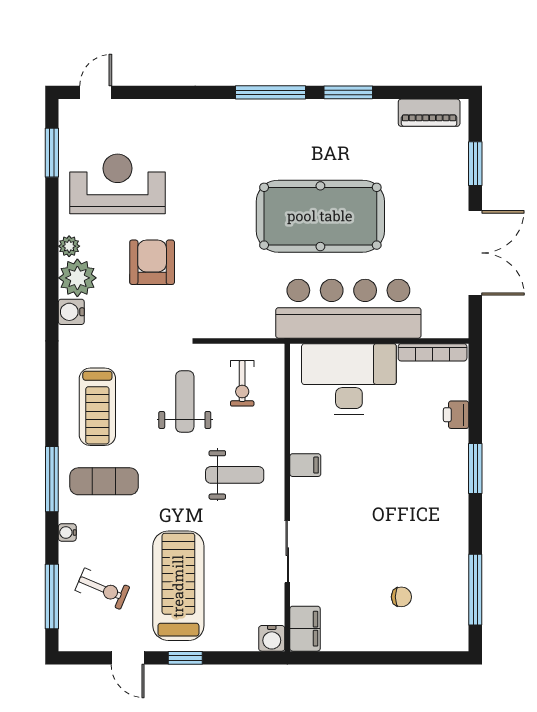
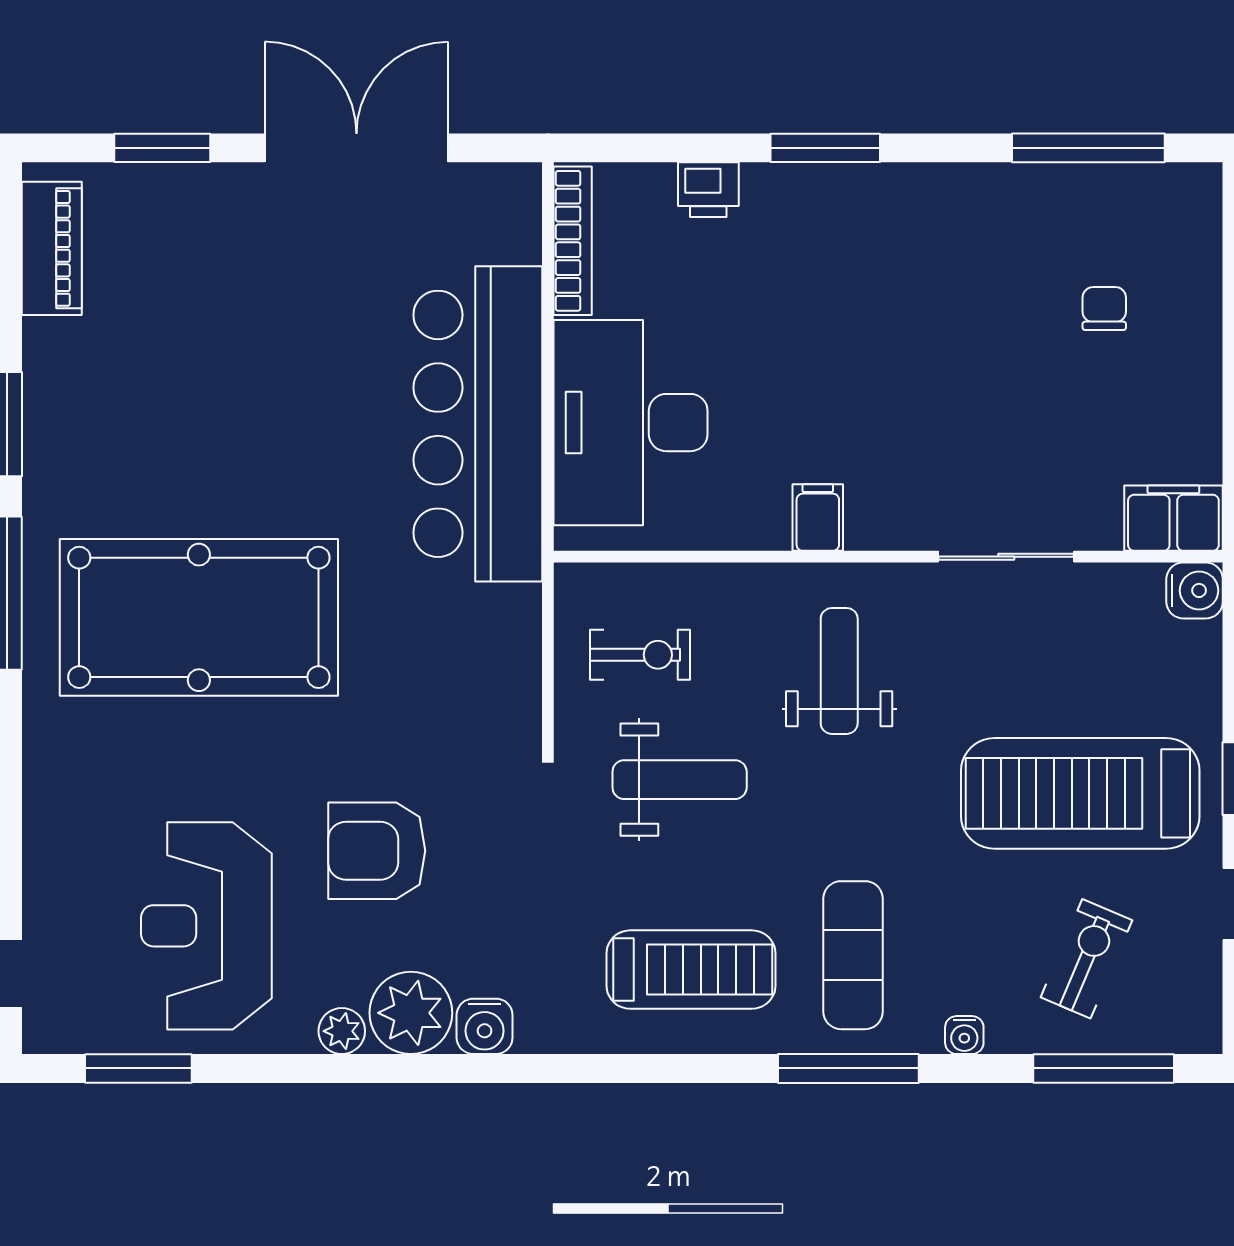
pool table: (320, 216) -> (199, 617), moved, turned 90
weight bench: (185, 402) -> (680, 780), turned 180

